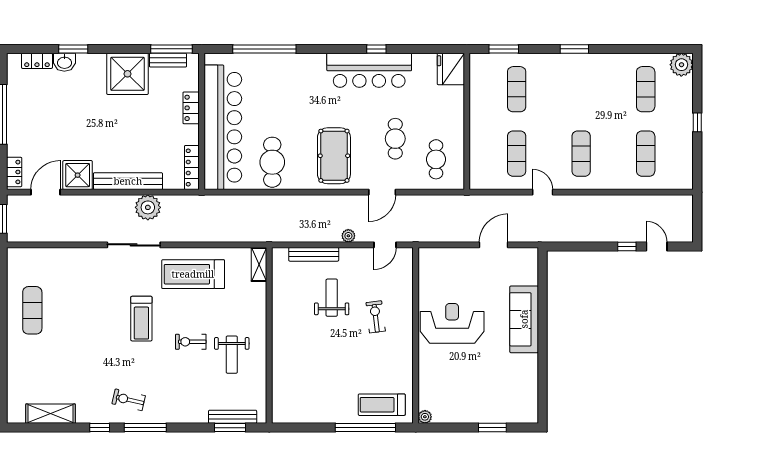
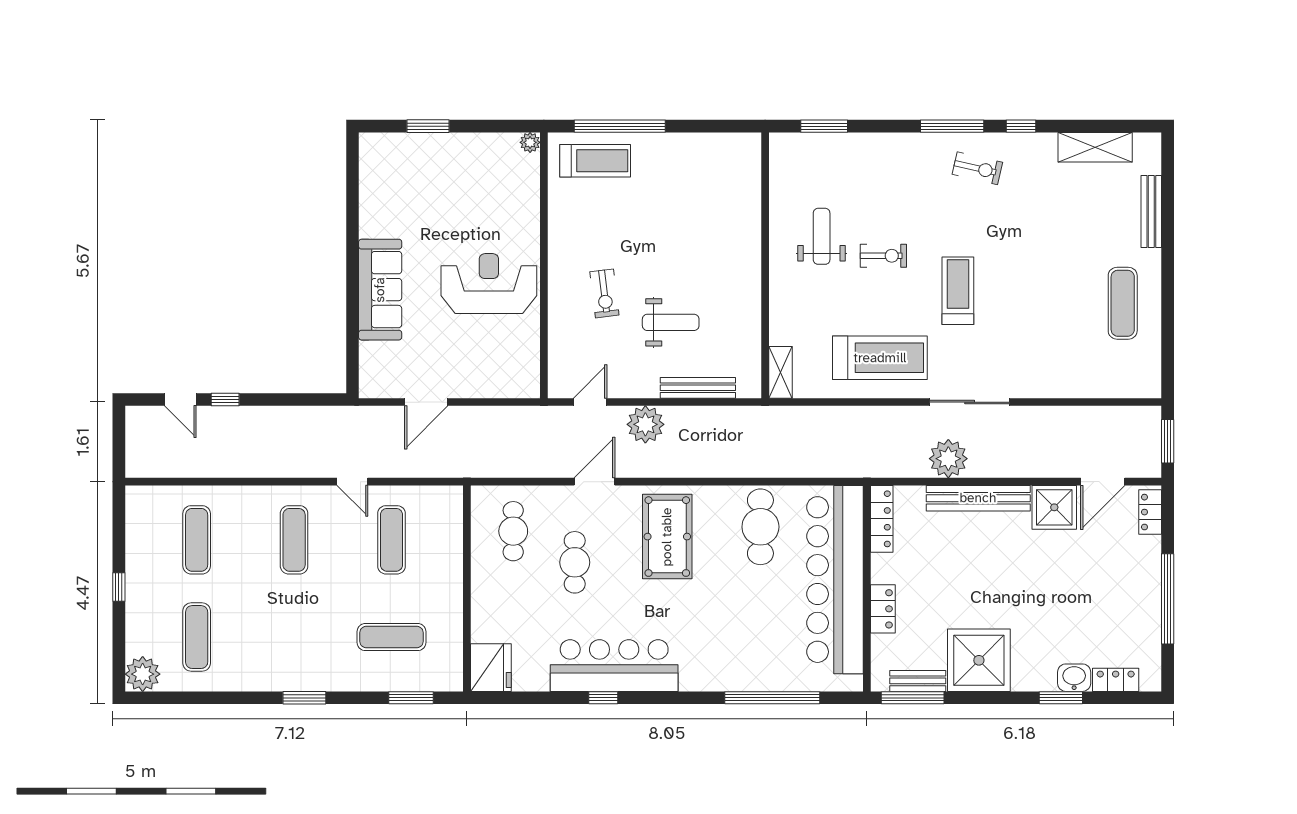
exercise mat: (517, 89) -> (391, 637), turned 90
plant: (348, 236) -> (645, 424), width x1.88, depth x1.88
weight bench: (332, 298) -> (671, 322), turned -90
reception desk: (452, 323) -> (489, 284), turned 180
bench: (233, 417) -> (1151, 212), moved, turned 90

